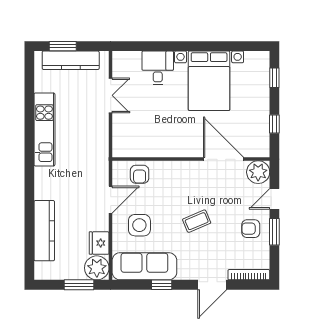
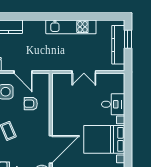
double door: (111, 95) -> (84, 72), moved
armchair: (140, 174) -> (31, 104), moved

